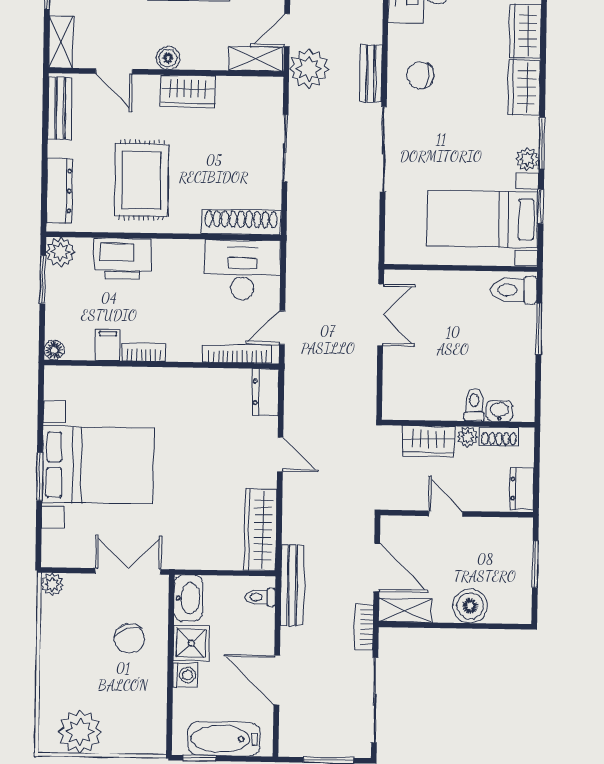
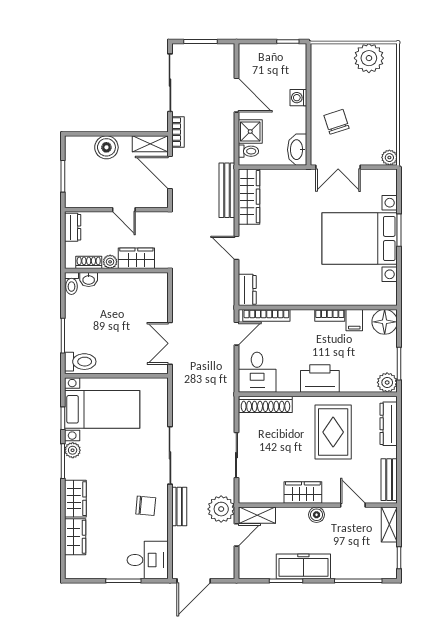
printer: (122, 259) -> (320, 379), moved
desk: (242, 270) -> (257, 372), width x0.73
floor lamp: (54, 350) -> (385, 322), width x1.89, depth x1.89
toilet: (474, 405) -> (71, 283), moved
bench: (292, 585) -> (227, 190), moved
shower: (191, 643) -> (250, 132), moved
bathtub: (224, 739) -> (272, 55), removed

